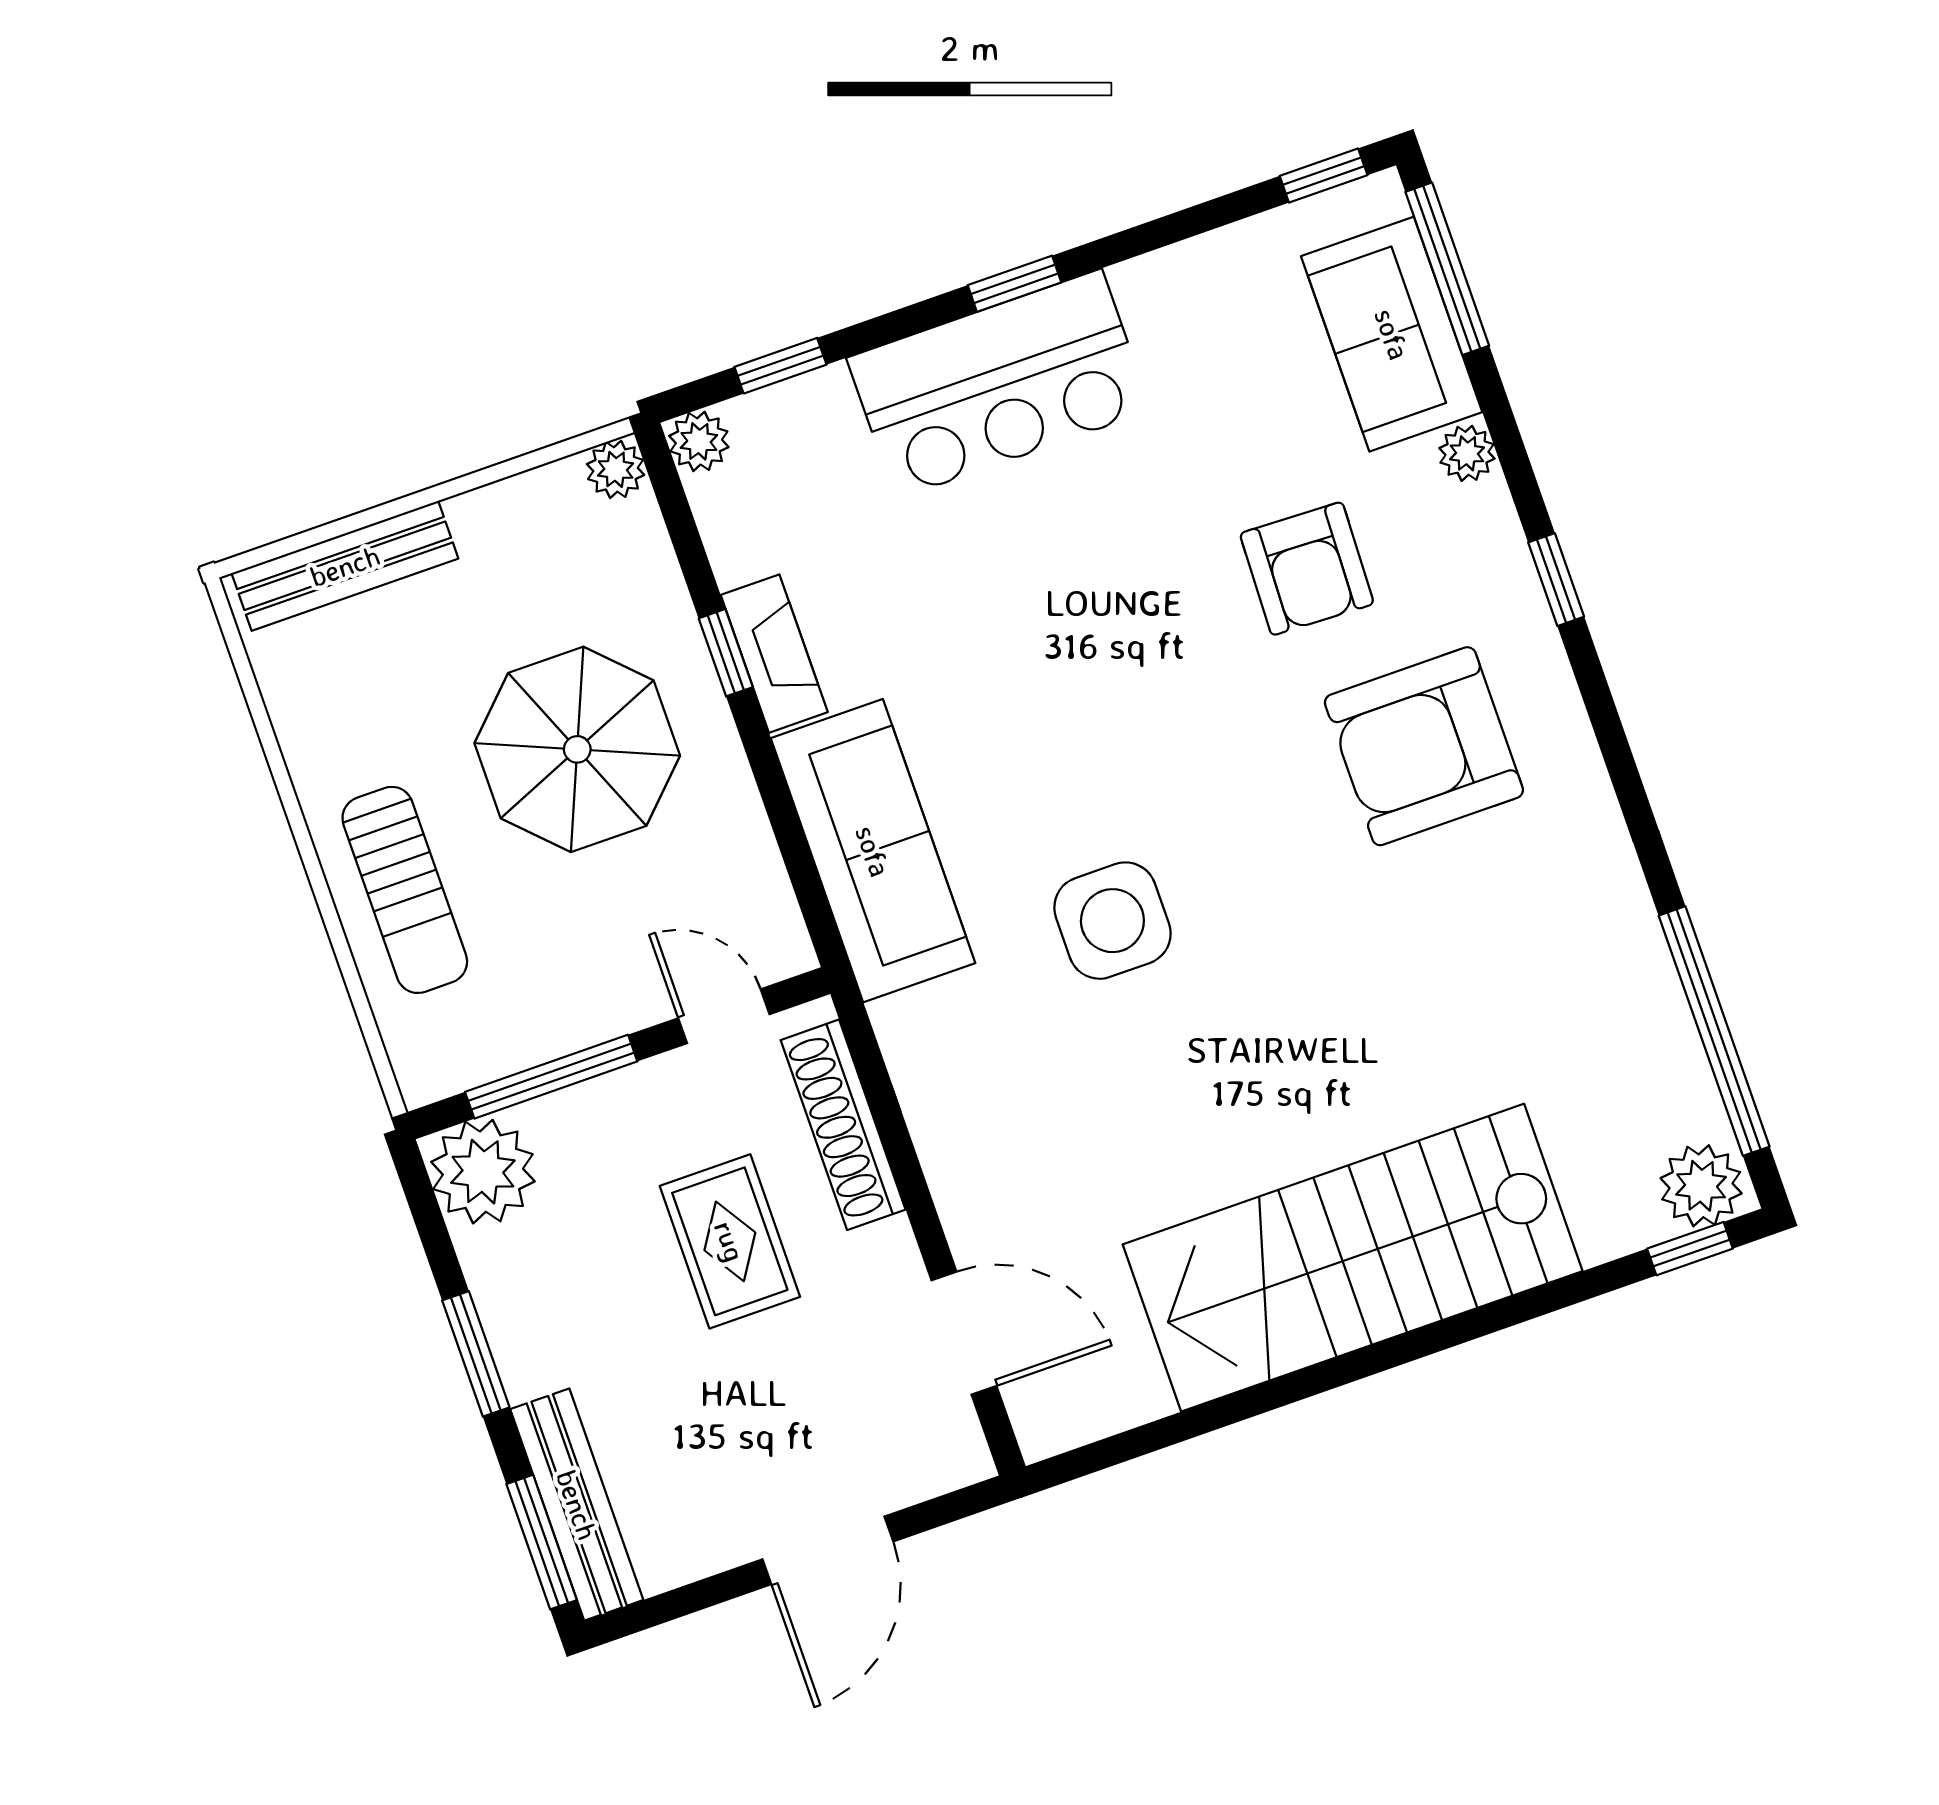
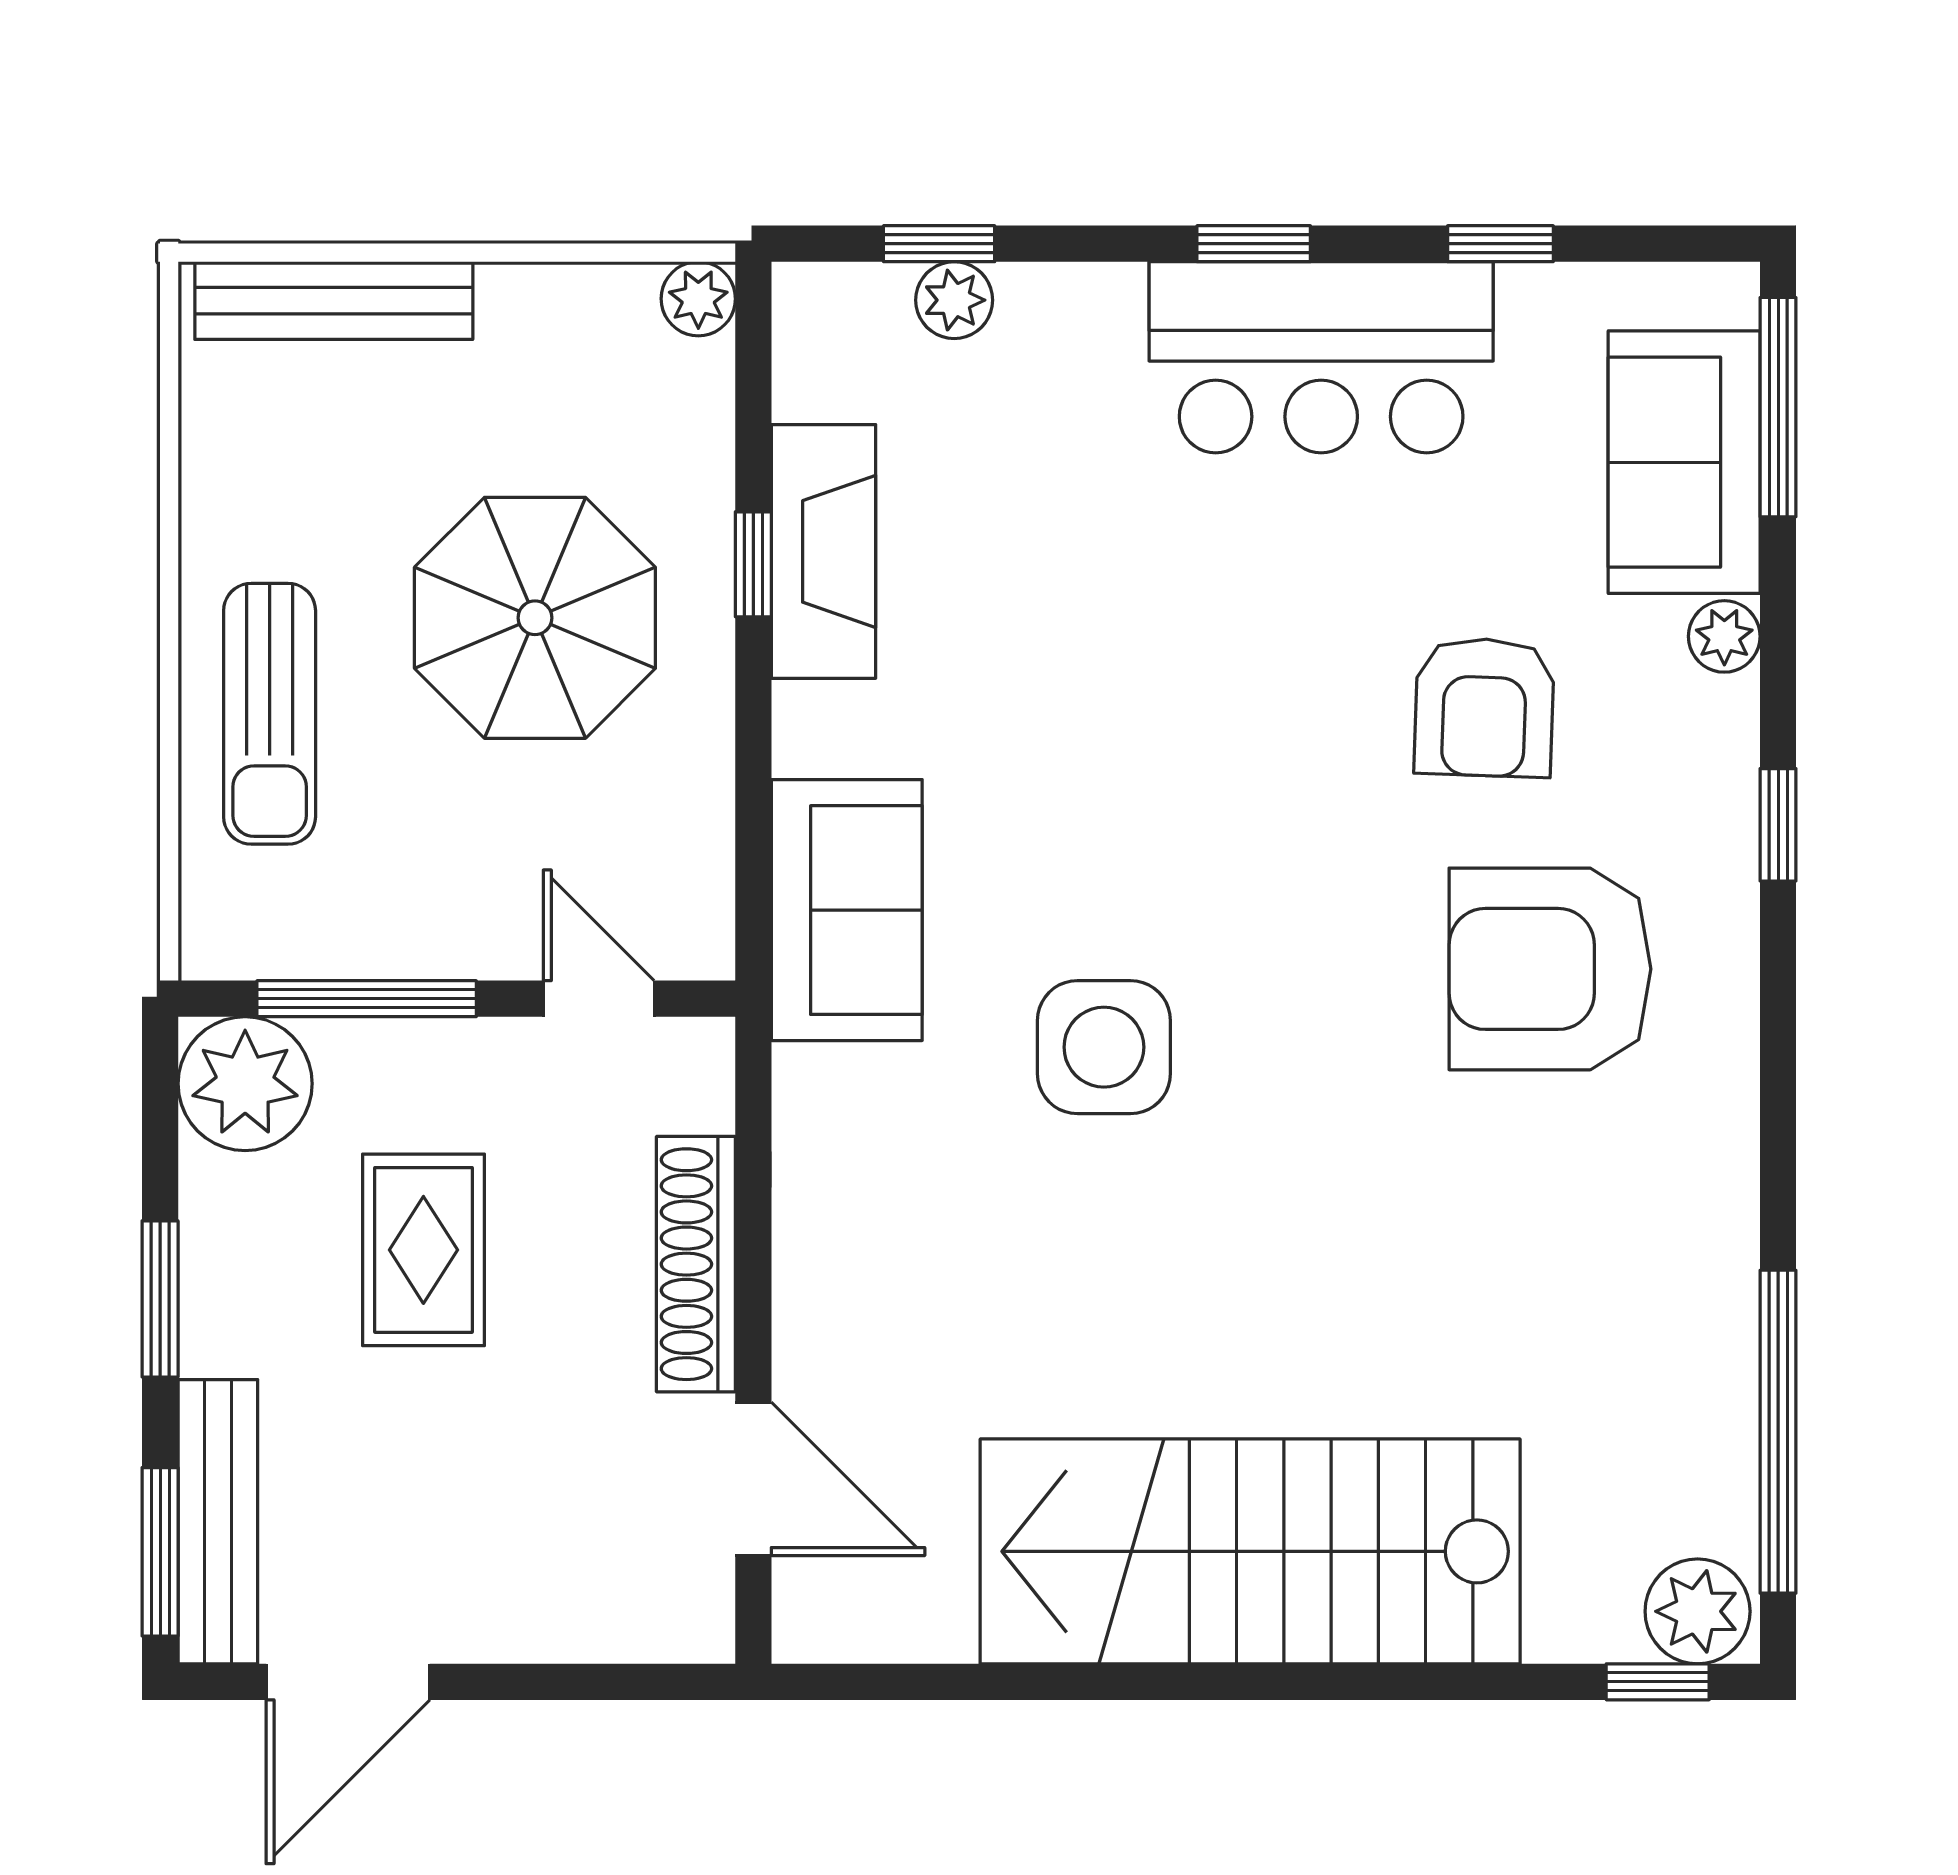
window: (1324, 176) -> (1500, 244), moved
bar counter: (999, 384) -> (1321, 357), moved
plant: (699, 441) -> (954, 300), moved
fireplace: (774, 654) -> (823, 551), width x1.37, depth x1.32
sofa: (873, 851) -> (847, 910), width x0.73
shoe rack: (843, 1125) -> (696, 1264), moved
rug: (730, 1241) -> (423, 1250), moved
door: (828, 1550) -> (348, 1682), moved

